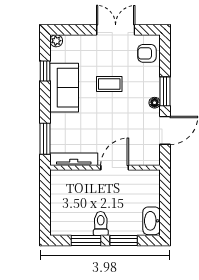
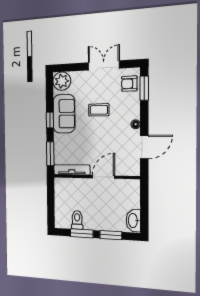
plant: (56, 41) -> (62, 81), width x1.88, depth x1.88
window: (45, 71) -> (50, 120), moved
window: (165, 91) -> (144, 88), moved
toilet: (101, 224) -> (77, 220), moved

